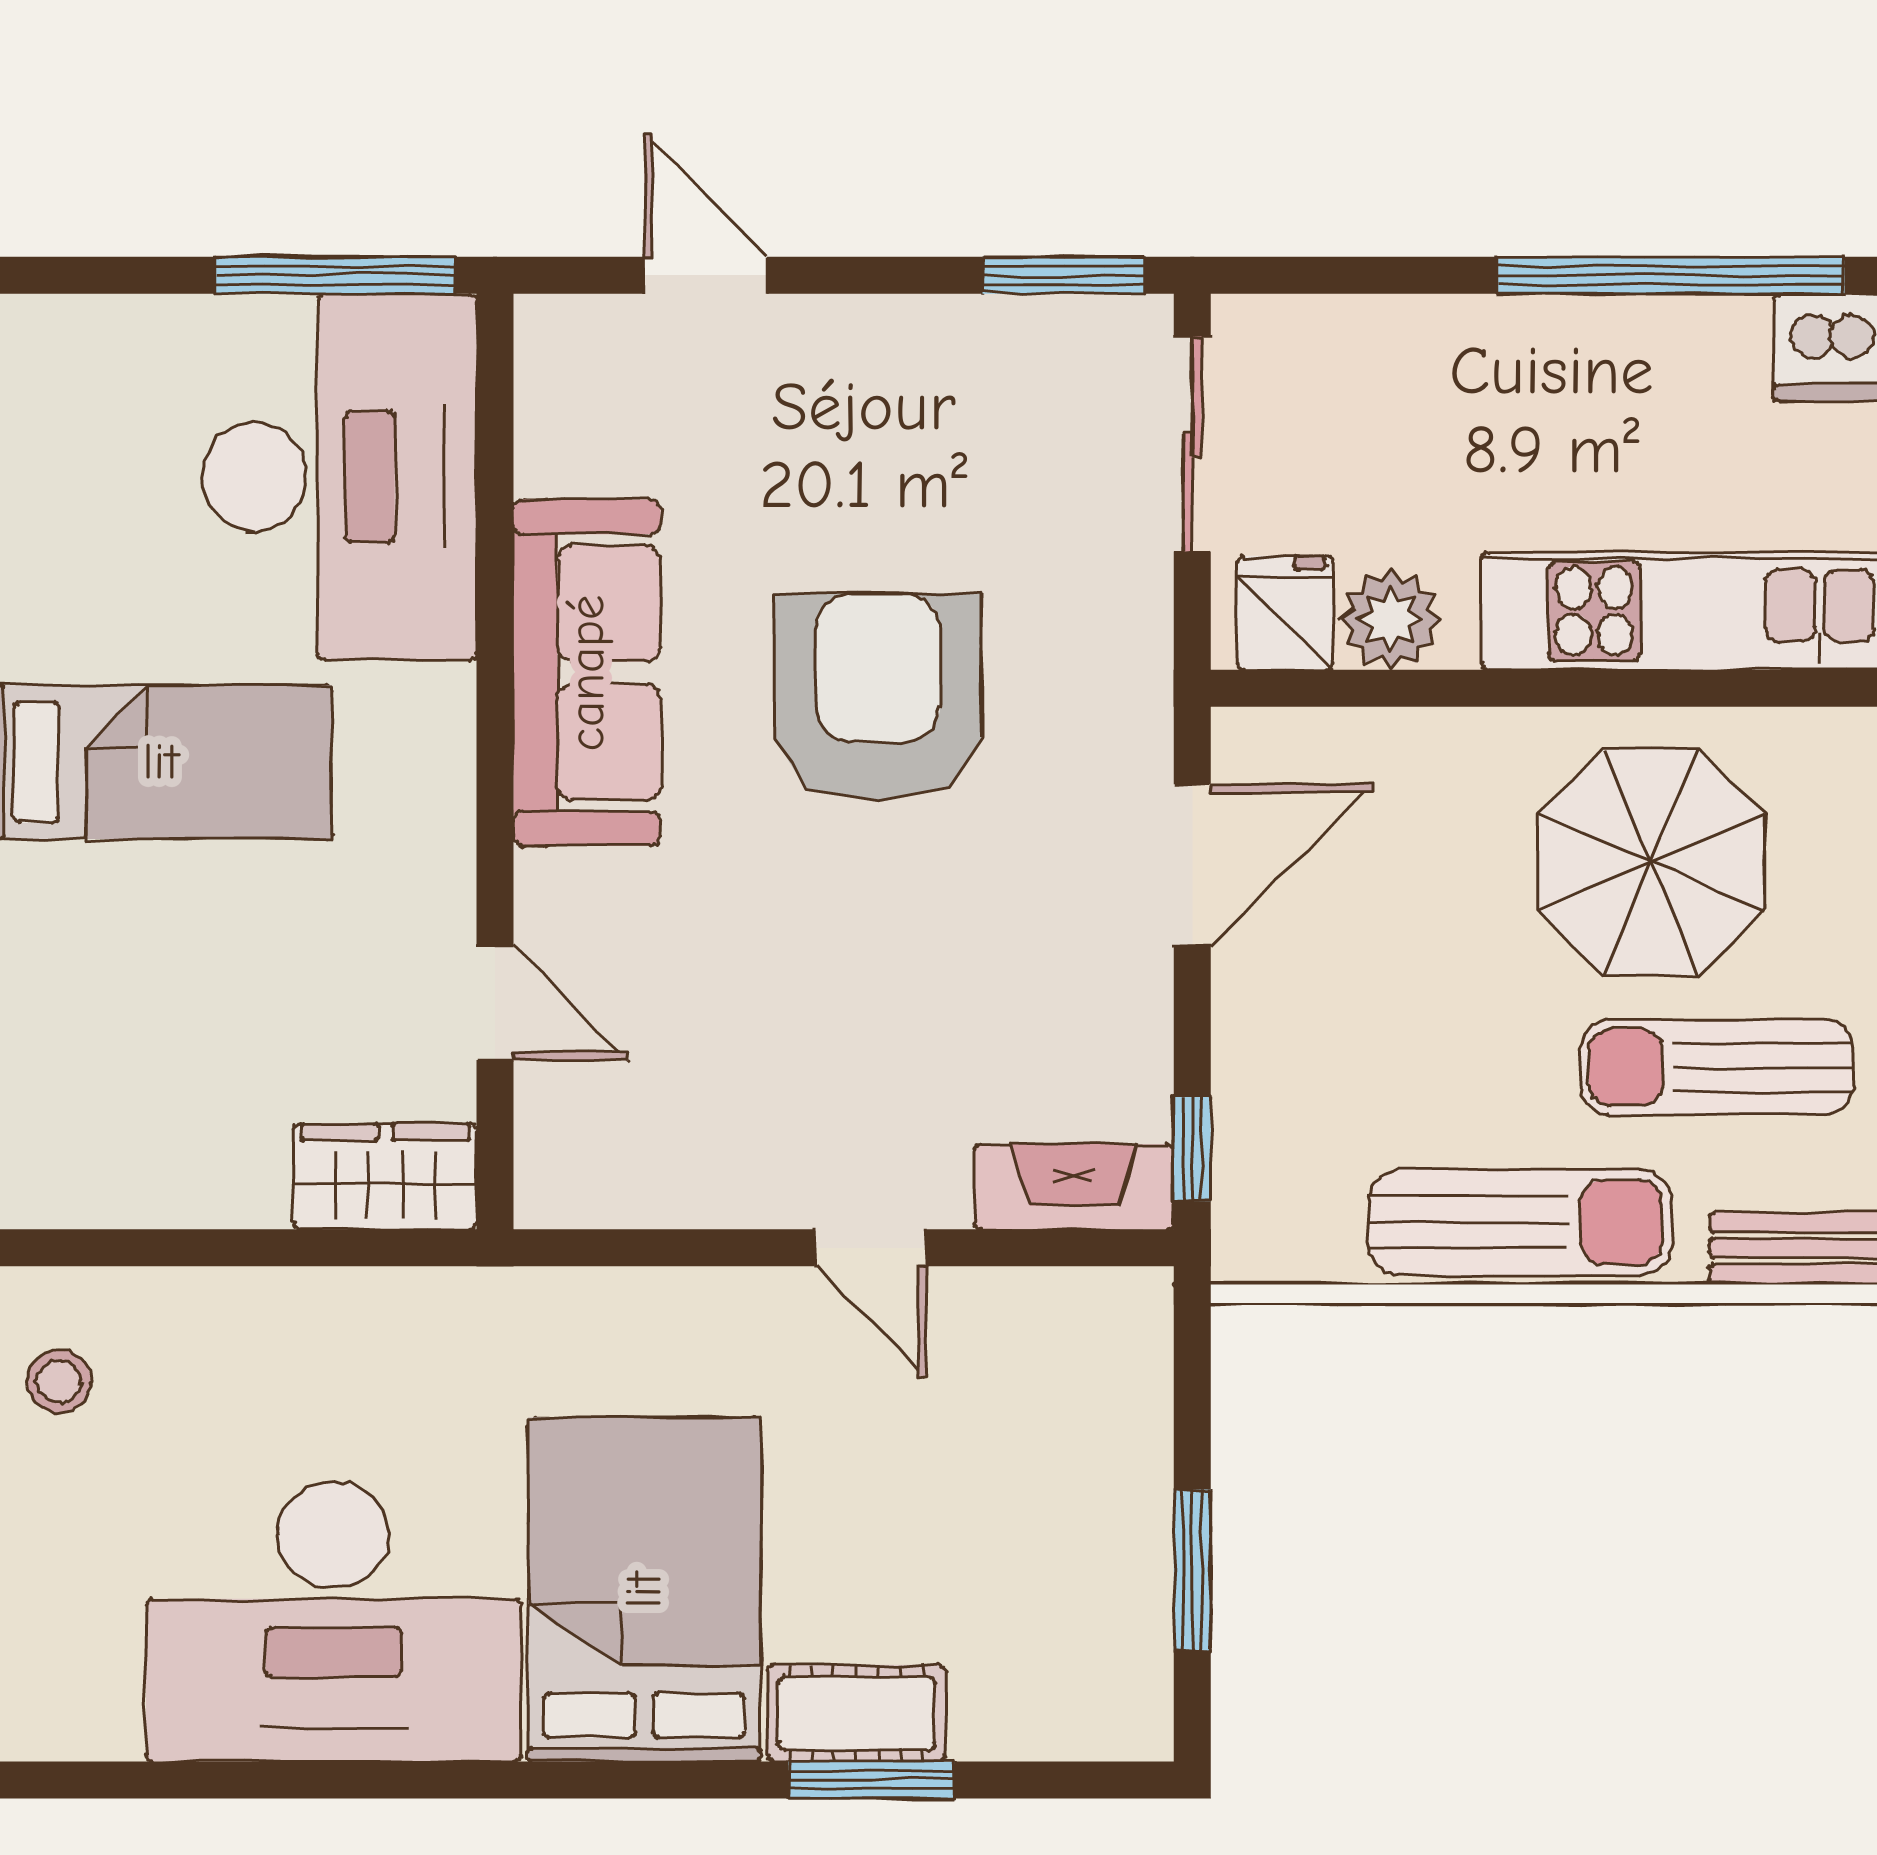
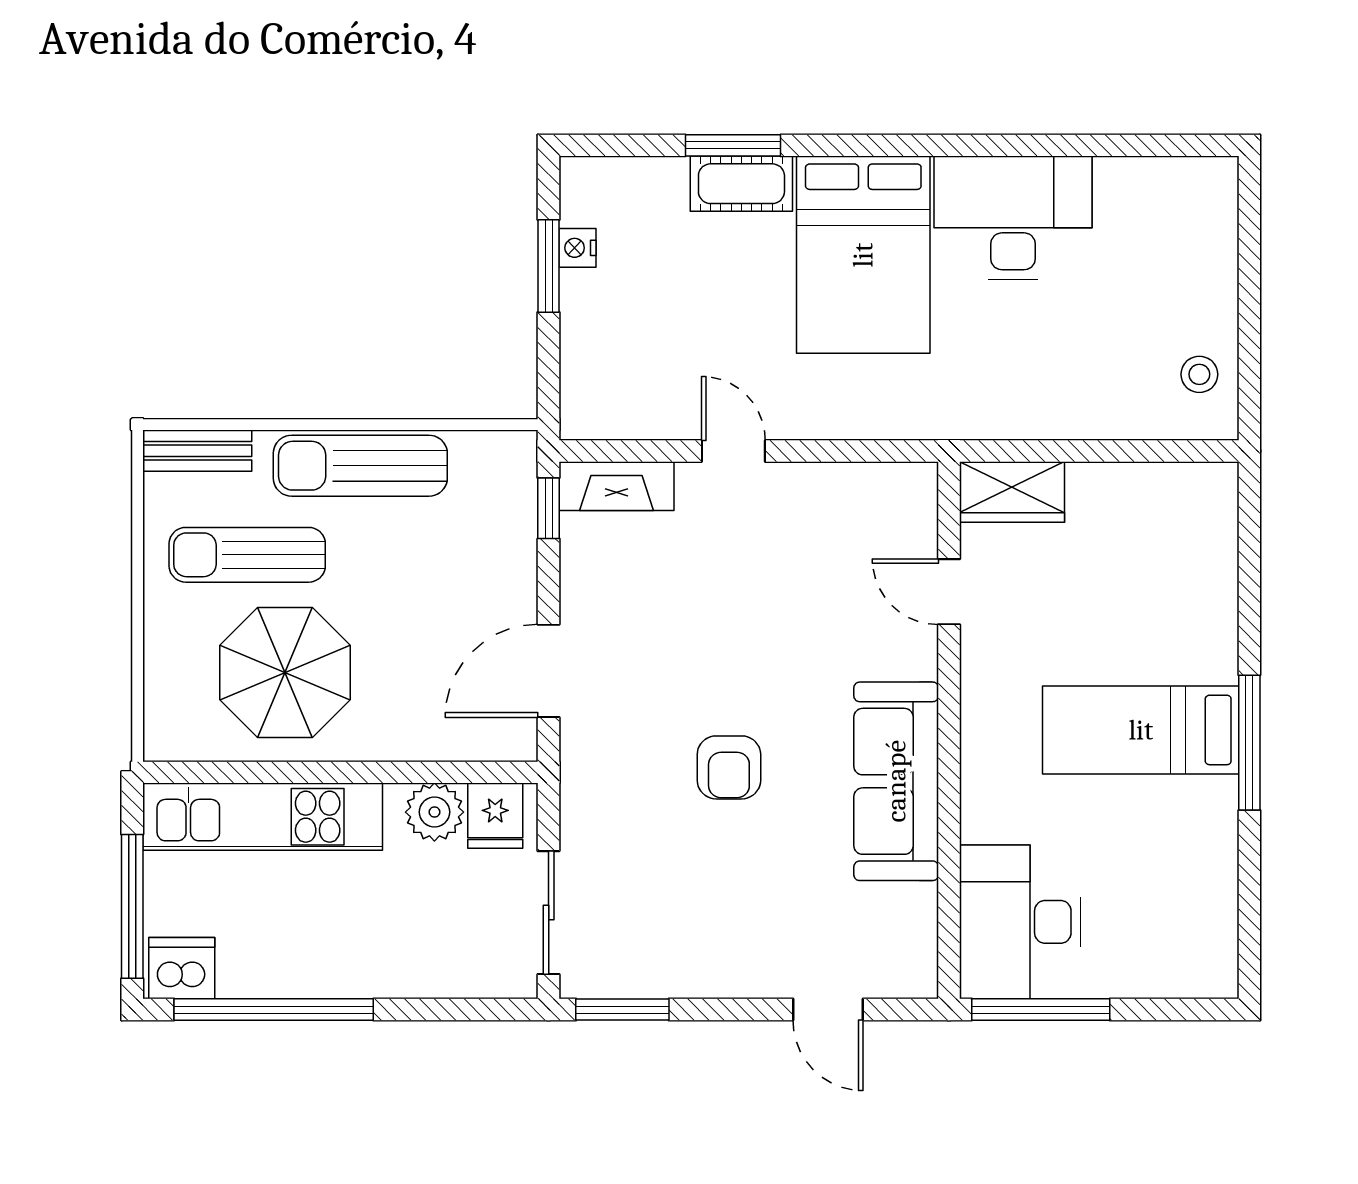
desk: (339, 477) -> (1020, 922), width x0.73, depth x0.77
armchair: (878, 697) -> (729, 767), width x0.53, depth x0.53
sun lounger: (1717, 1067) -> (247, 555), turned 180
nightstand: (1142, 1602) -> (577, 248), added
desk: (333, 1621) -> (1013, 218), width x0.73, depth x0.77

